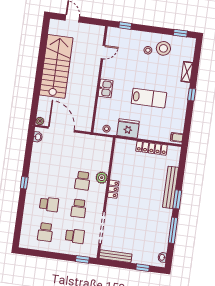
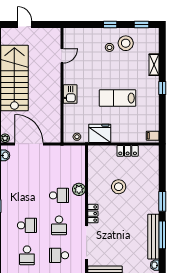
window: (125, 26) -> (110, 25), moved
lab bench: (149, 98) -> (118, 98), turned 180
locker: (152, 148) -> (128, 151), width x0.66
stool: (139, 180) -> (119, 187), added
school desk: (82, 181) -> (59, 195), turned -90
bench: (170, 187) -> (153, 237), moved
locker: (113, 189) -> (93, 214), moved
school desk: (75, 236) -> (59, 255), turned 180

